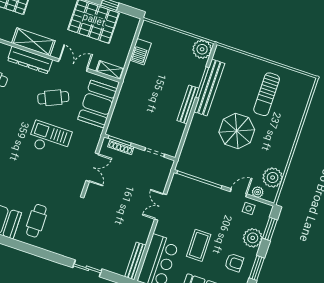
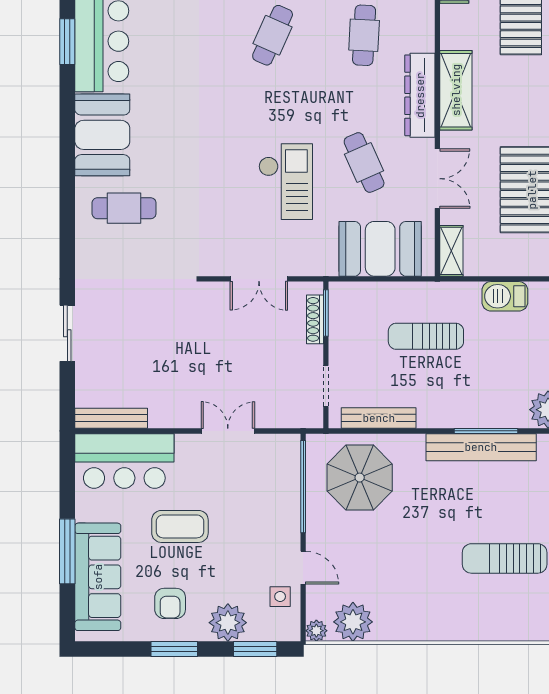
sun lounger: (147, 96) -> (426, 336), added
bench: (188, 104) -> (379, 418), moved
parasol: (237, 131) -> (360, 478), moved
plant: (258, 192) -> (316, 631), moved

